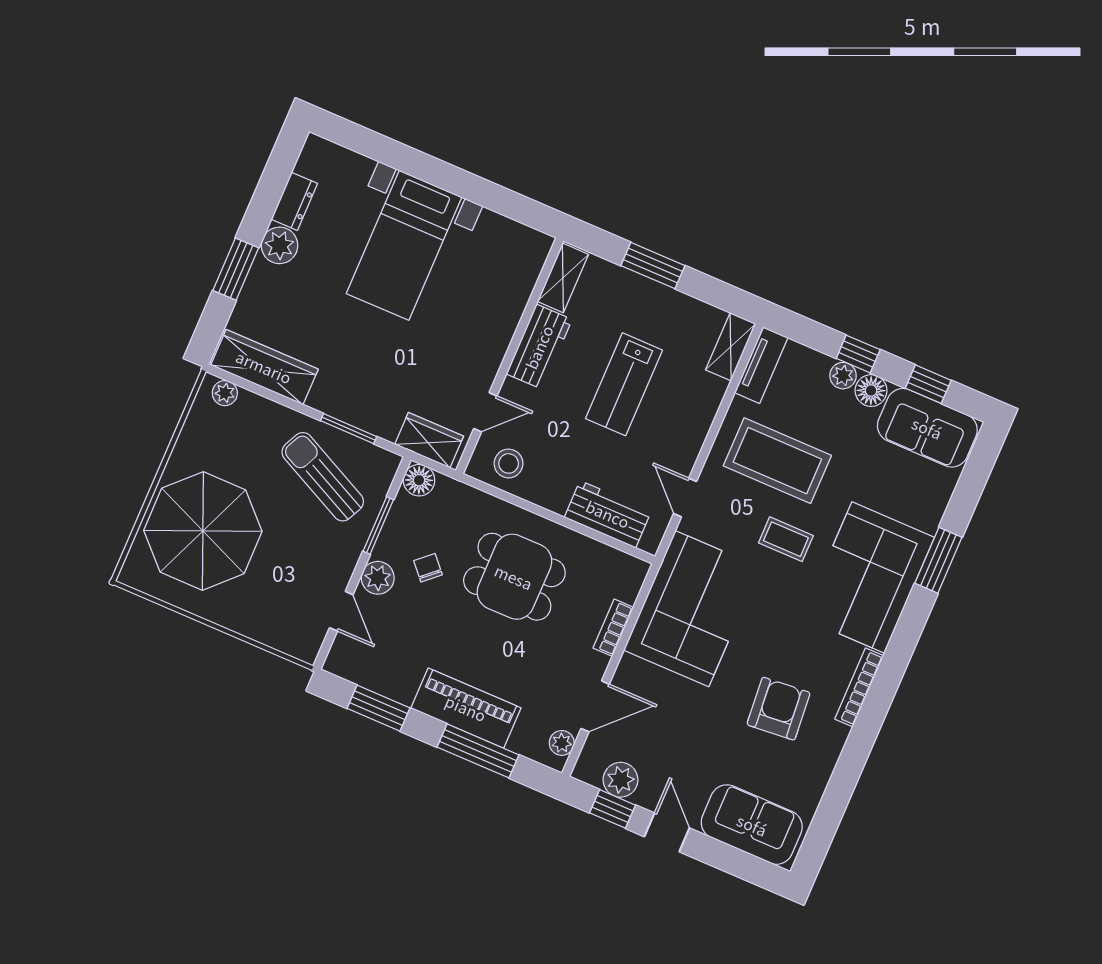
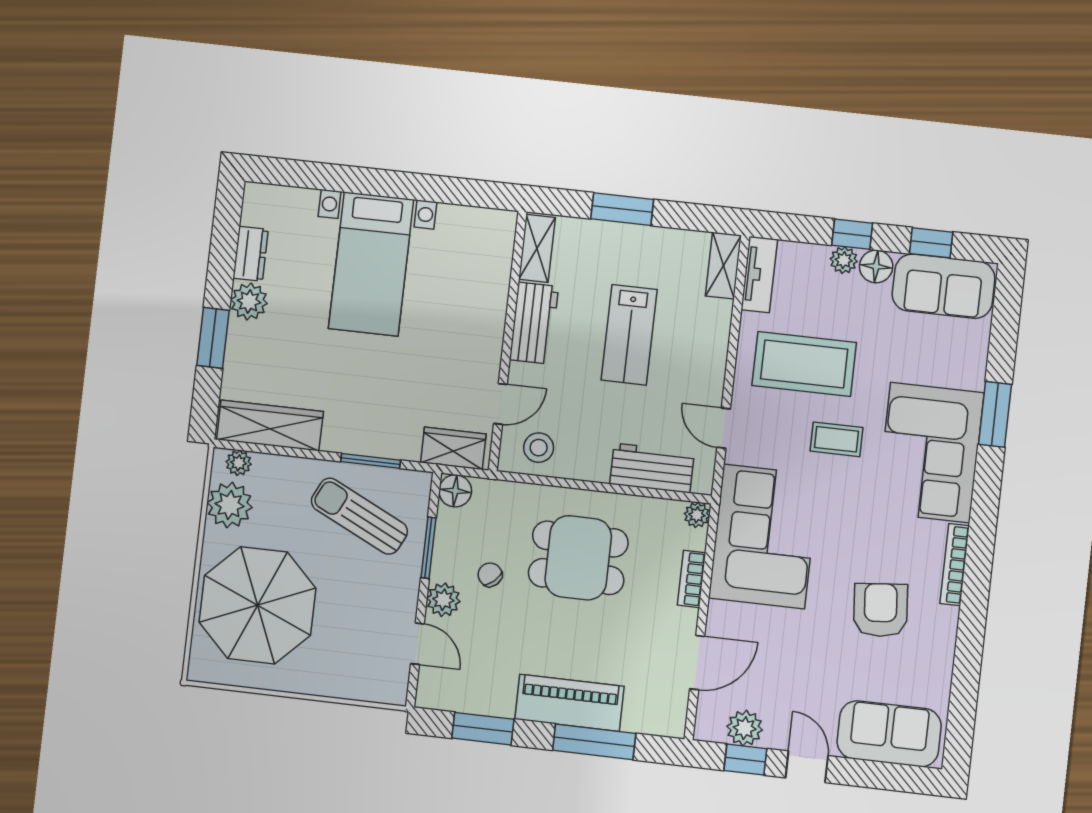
plant: (205, 430) -> (230, 505), added
plant: (562, 743) -> (697, 515), moved

